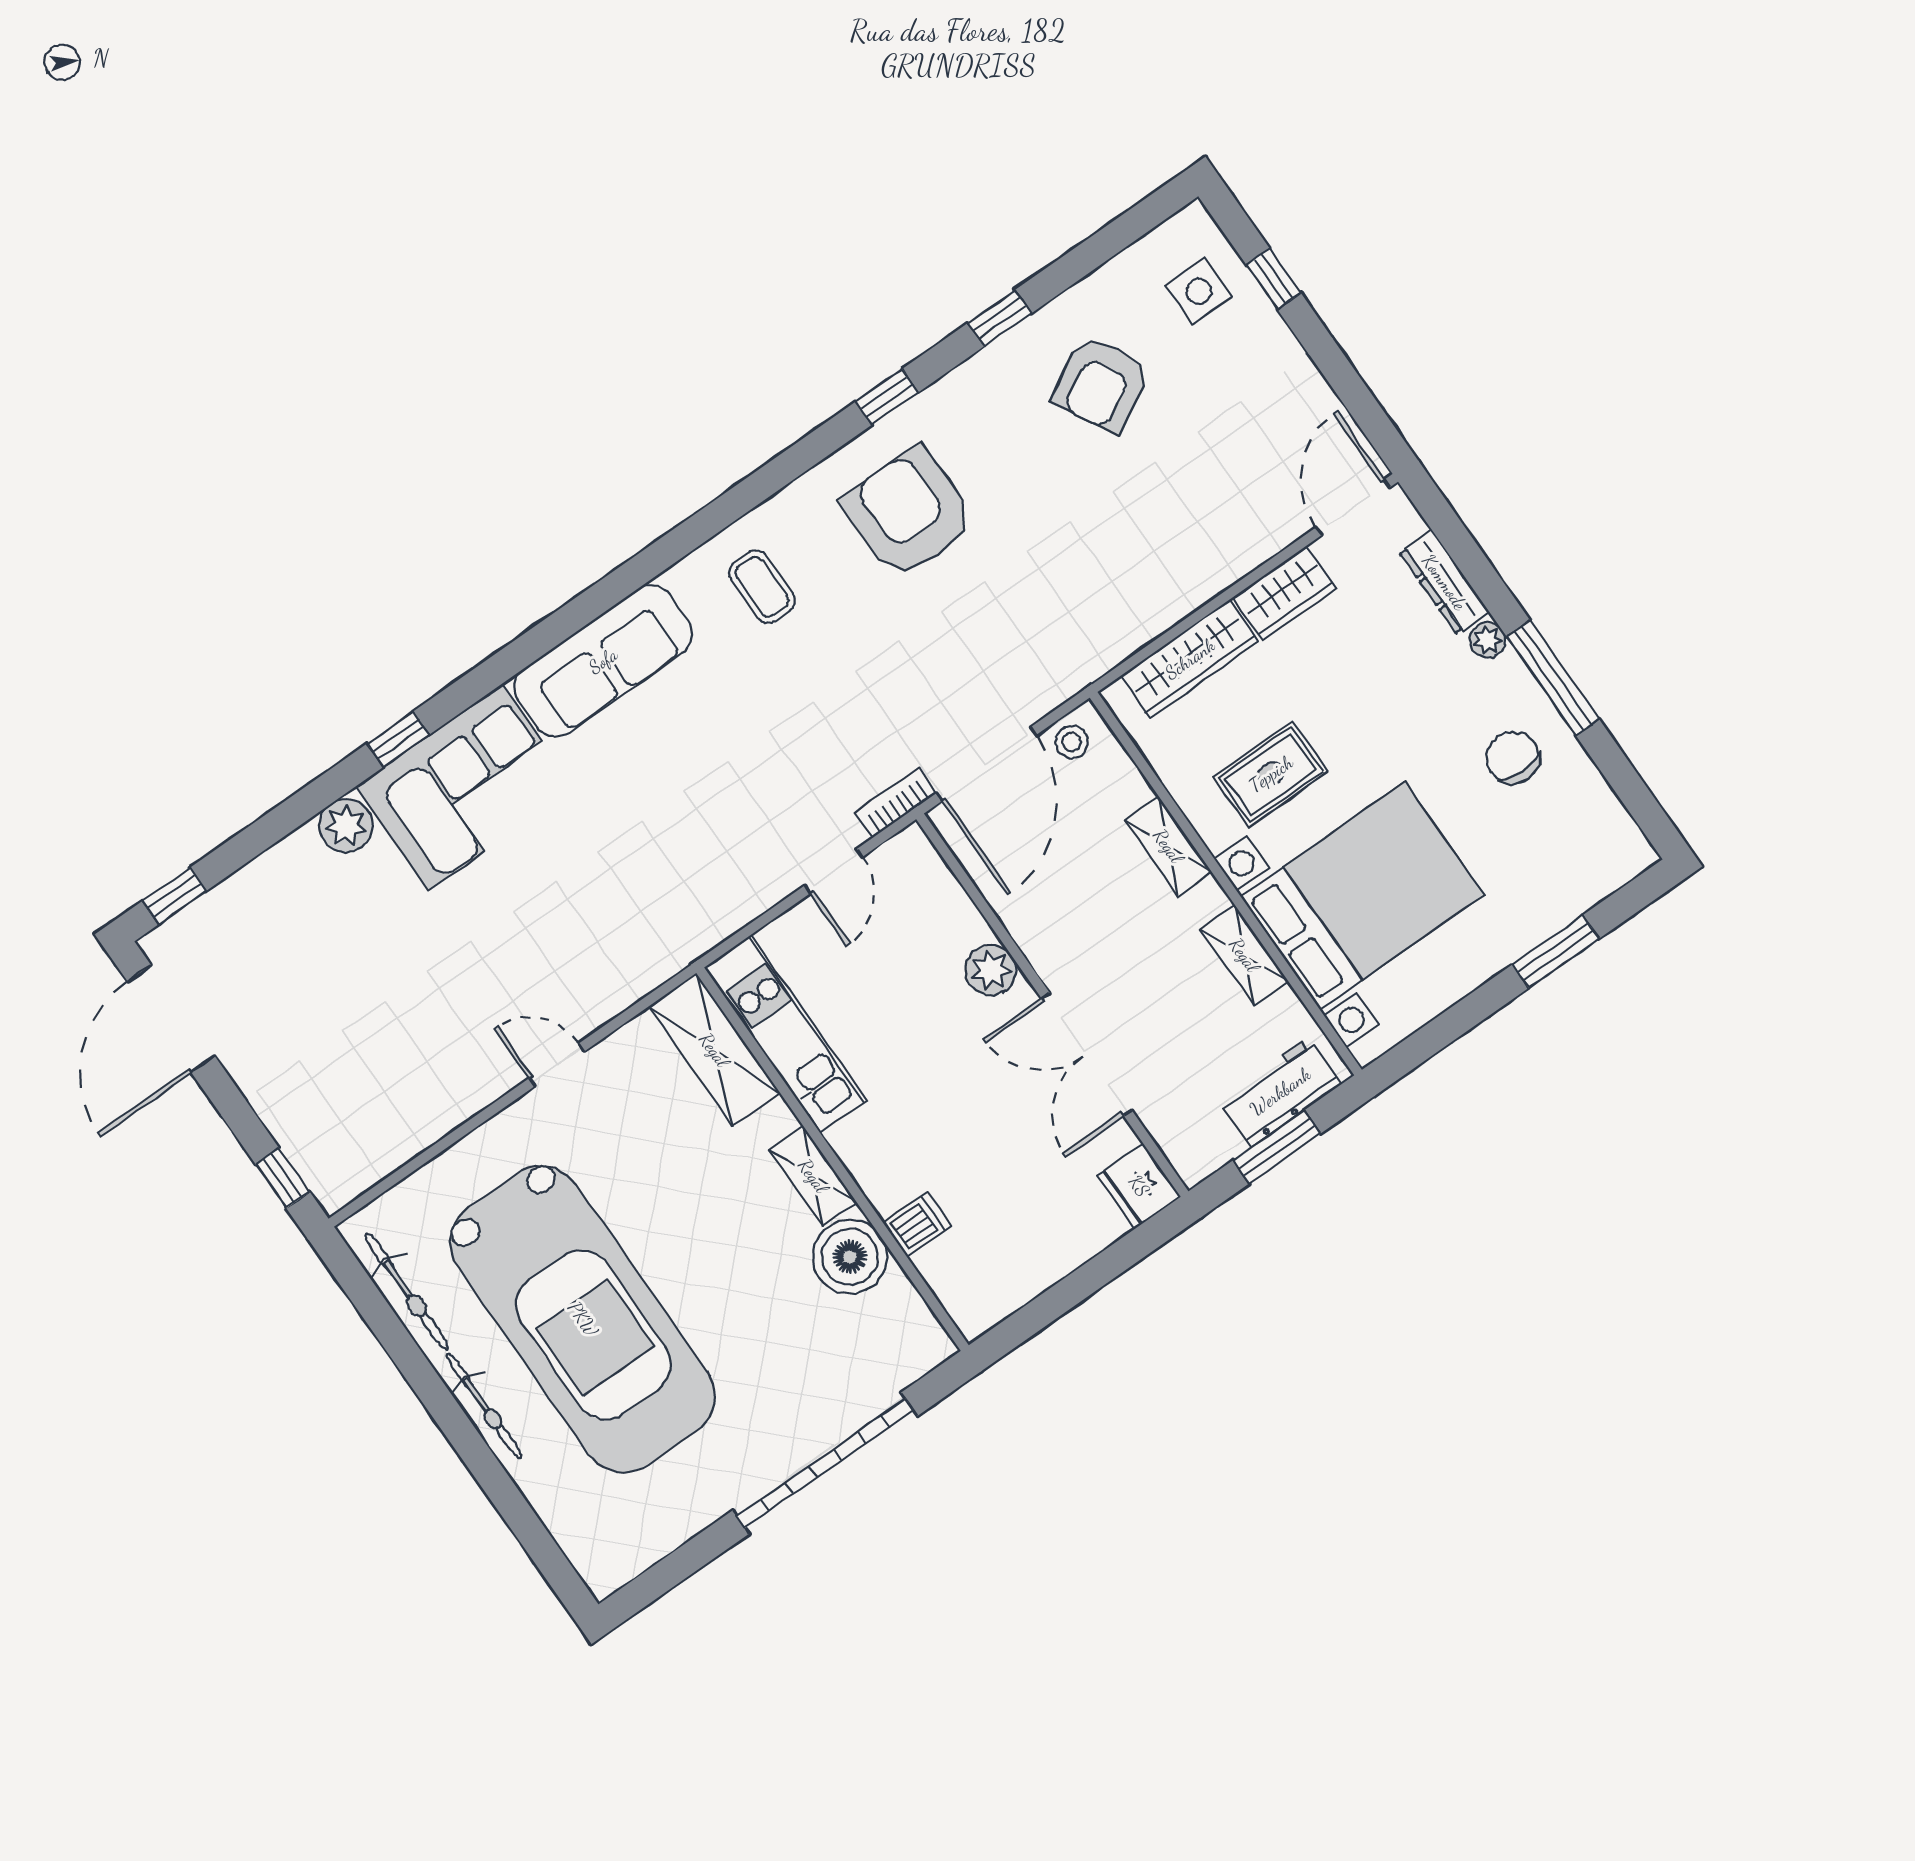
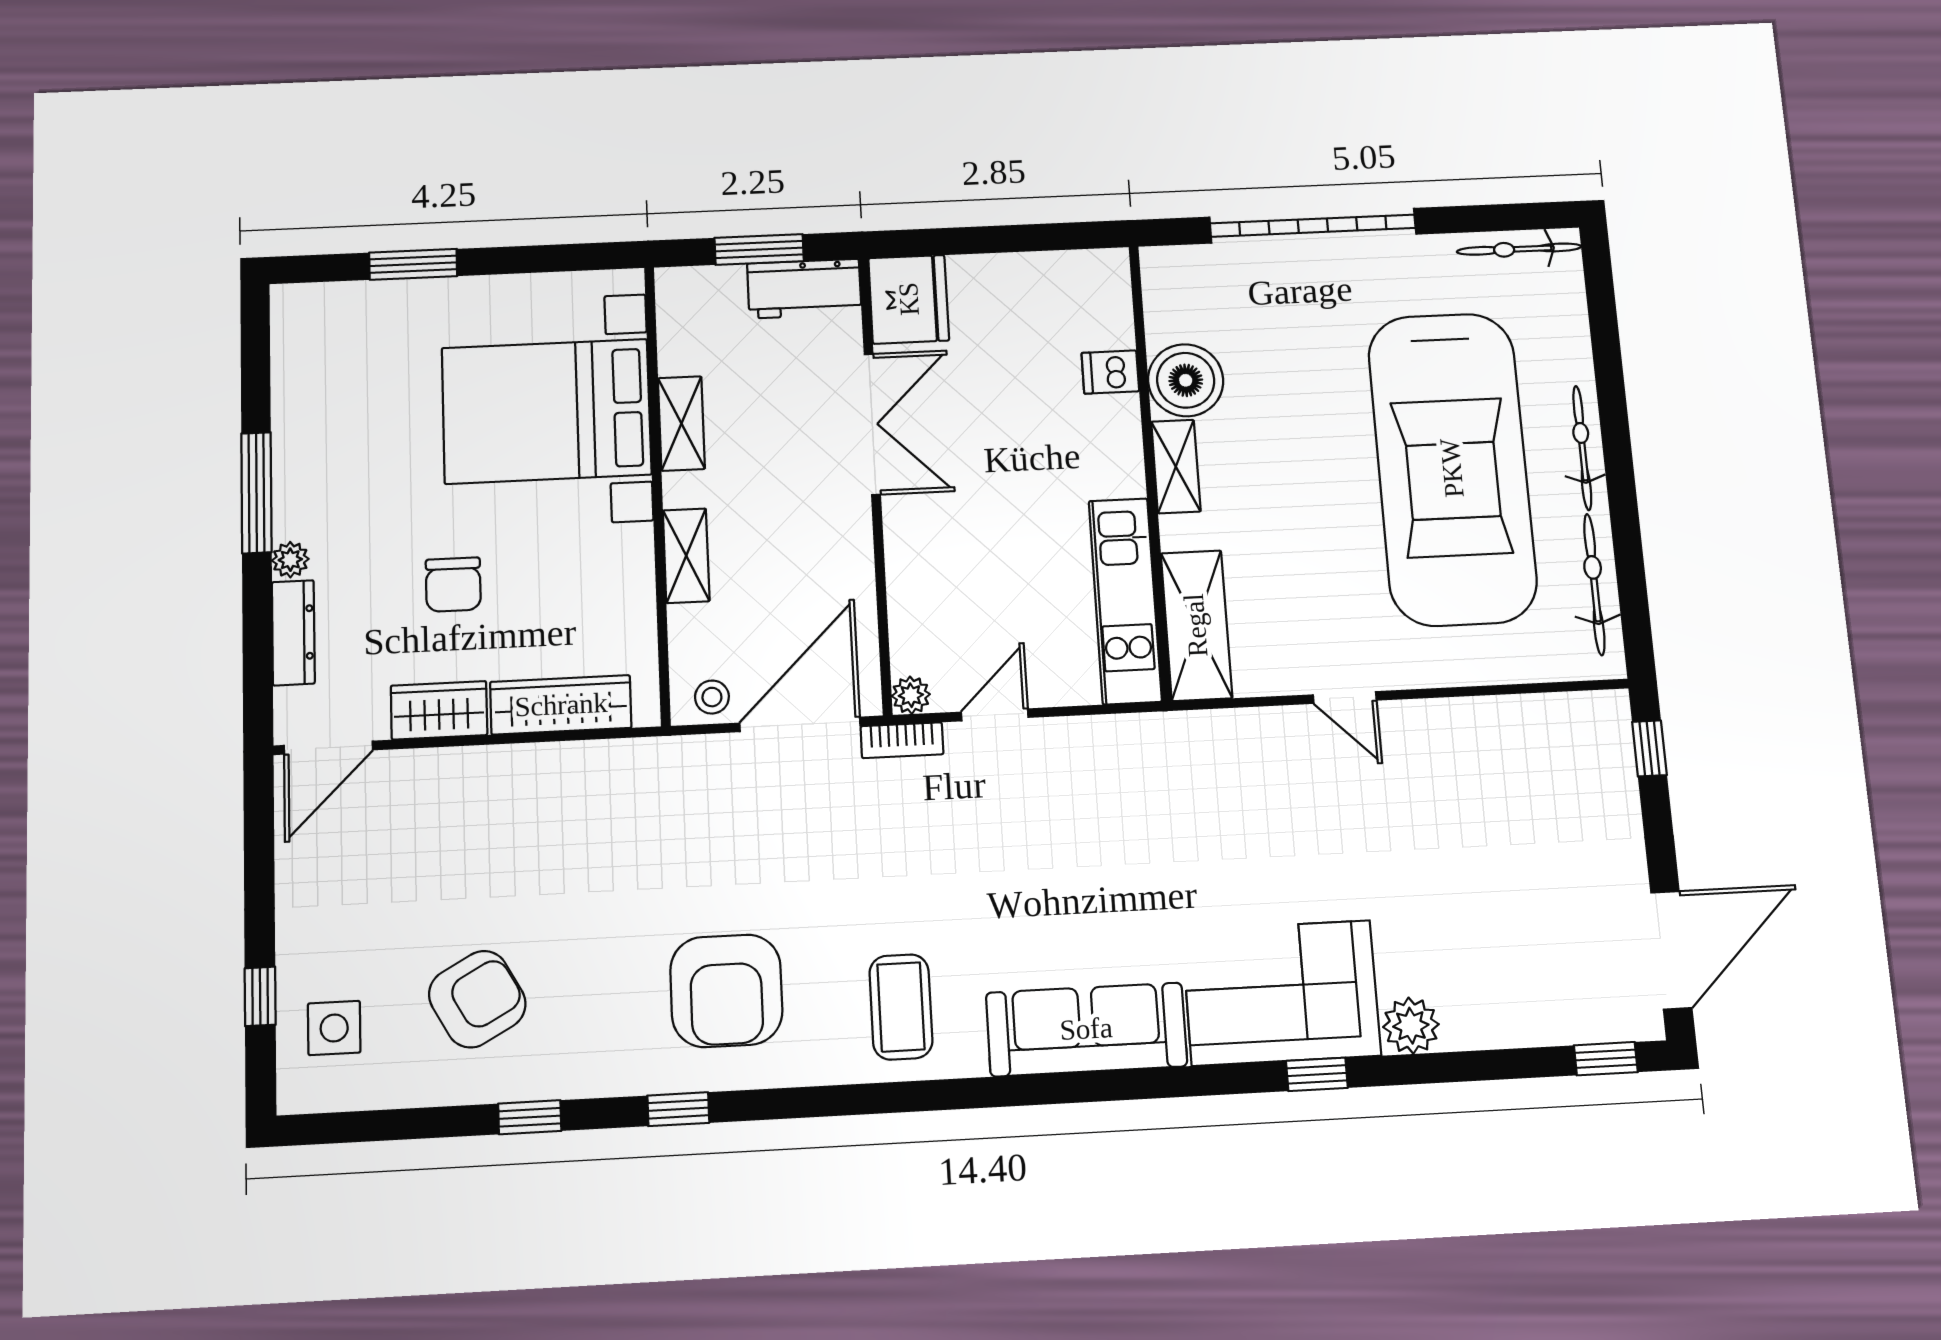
coffee table: (762, 587) -> (901, 1007), width x1.36, depth x1.30
chair: (1513, 758) -> (453, 585), moved
rug: (1271, 774) -> (556, 562), removed
plant: (991, 970) -> (911, 695), moved, width x0.73, depth x0.73
workbench: (1280, 1092) -> (804, 289), moved
fridge: (1139, 1186) -> (909, 299), width x1.36, depth x1.34
car: (583, 1319) -> (1452, 468), turned 180
bicycle: (638, 1552) -> (1519, 249), added

